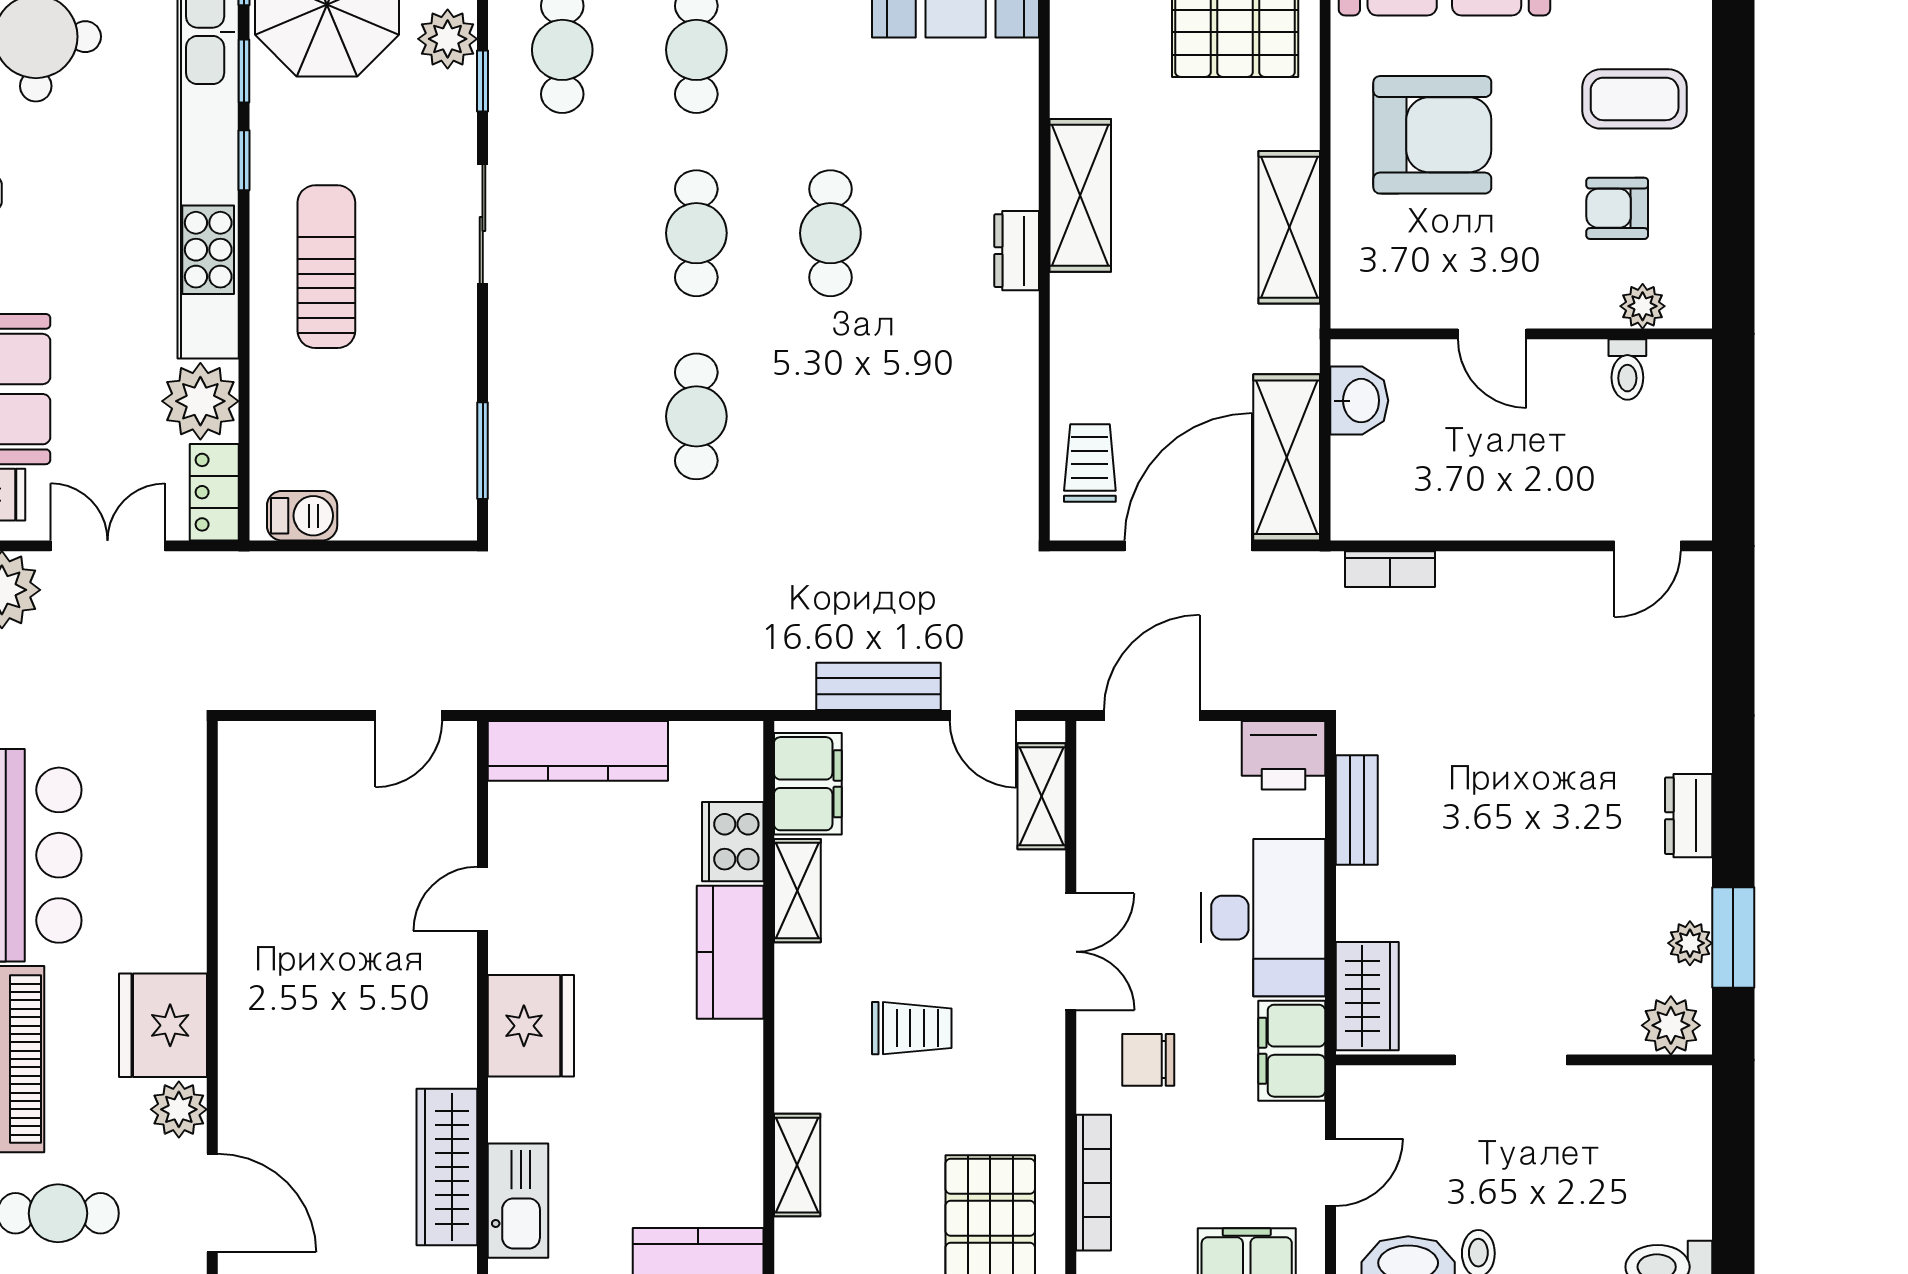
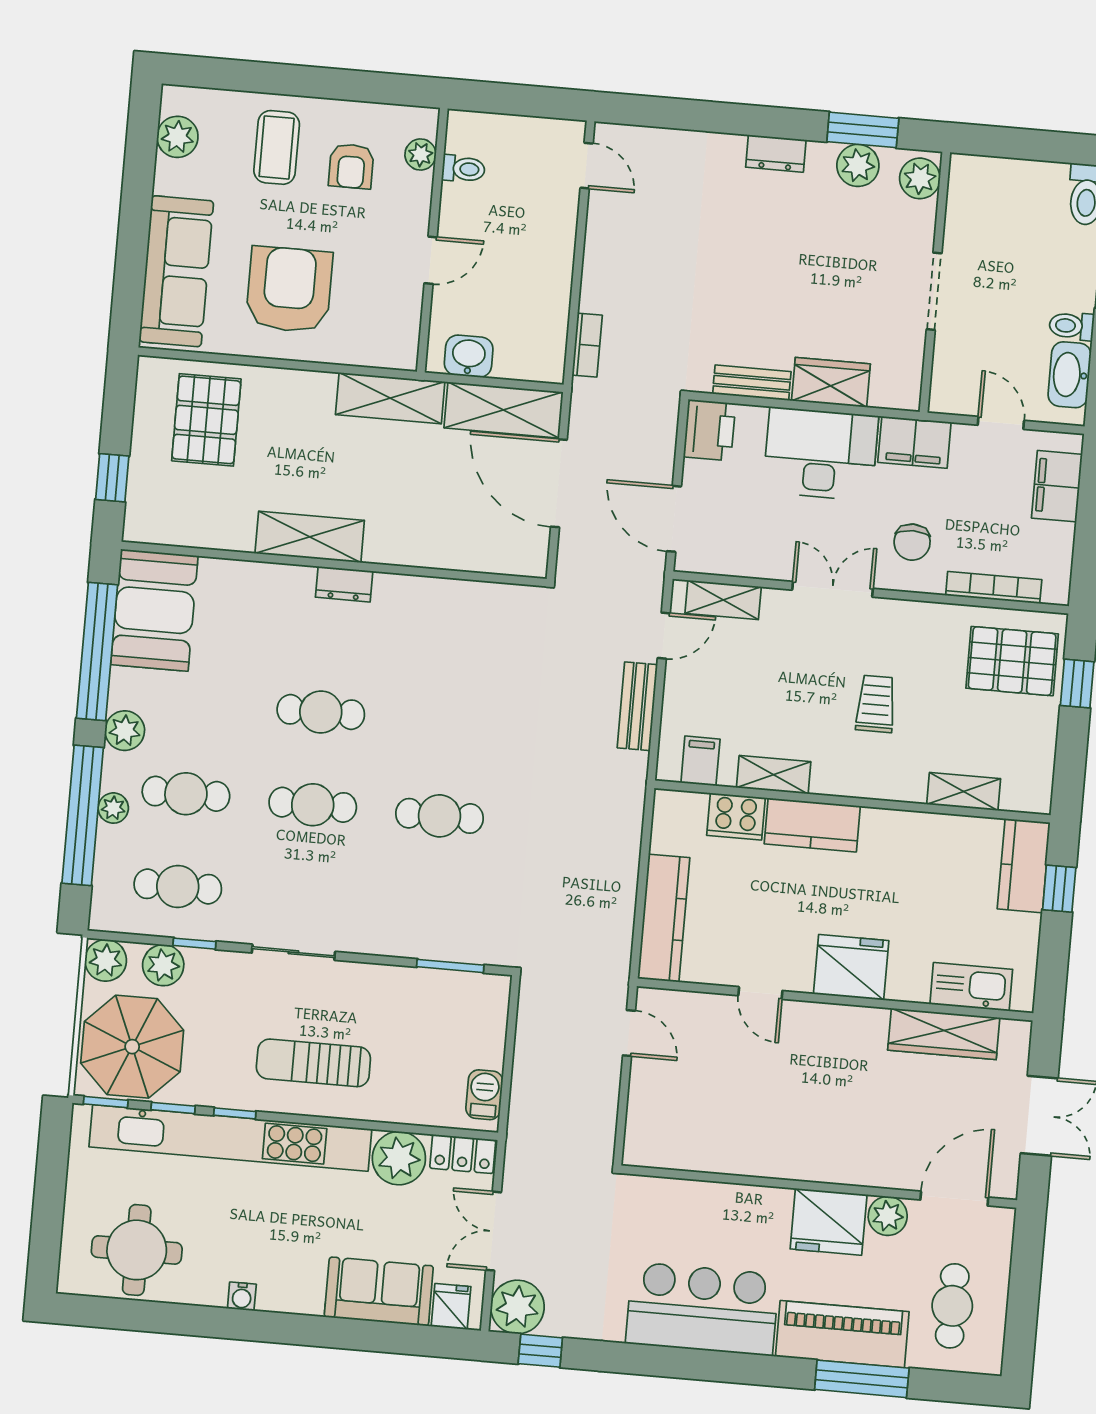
shelving: (1289, 227) -> (390, 398), moved
trolley: (1090, 463) -> (495, 546), removed
filing cabinet: (808, 784) -> (700, 761), width x0.50
plant: (1690, 943) -> (858, 165), width x1.38, depth x1.38
wardrobe: (1367, 996) -> (831, 382), moved

